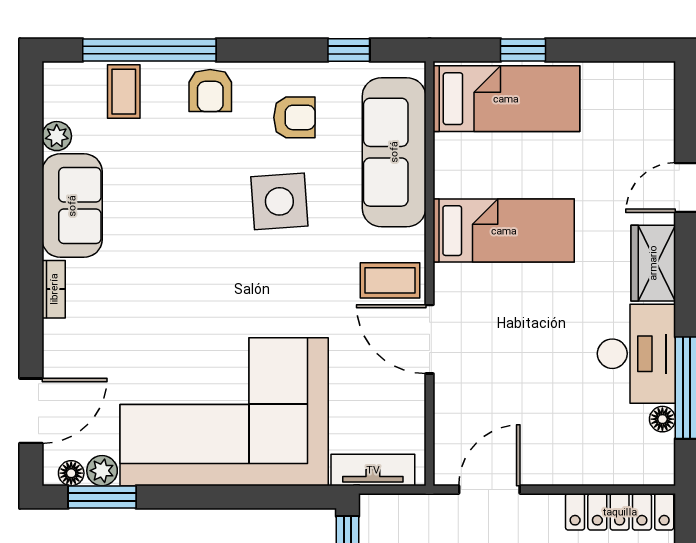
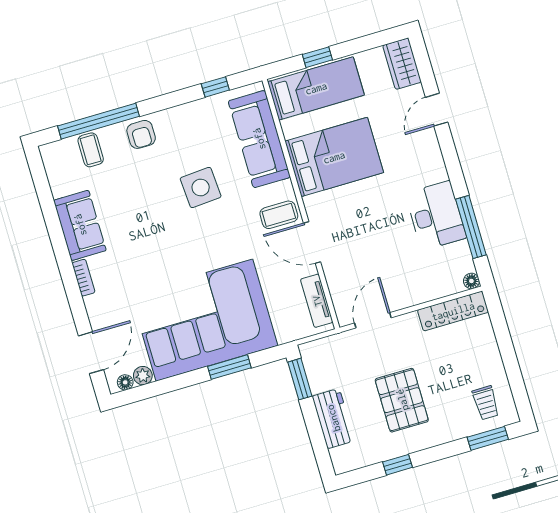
armchair: (294, 117) -> (195, 136), removed
plant: (57, 136) -> (59, 187), removed
bed: (504, 231) -> (334, 157), width x1.50
wardrobe: (653, 263) -> (402, 64), moved
floor lamp: (662, 419) -> (471, 281), moved
tv unit: (373, 470) -> (317, 301), moved, turned -90
window: (102, 497) -> (229, 367), moved

